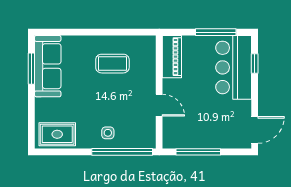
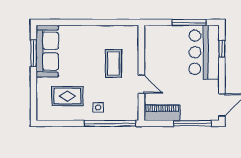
piano: (172, 57) -> (162, 113), moved, turned -90
coffee table: (112, 64) -> (113, 63), moved, turned 90
rug: (57, 134) -> (67, 96), moved
window: (198, 152) -> (192, 123), moved

